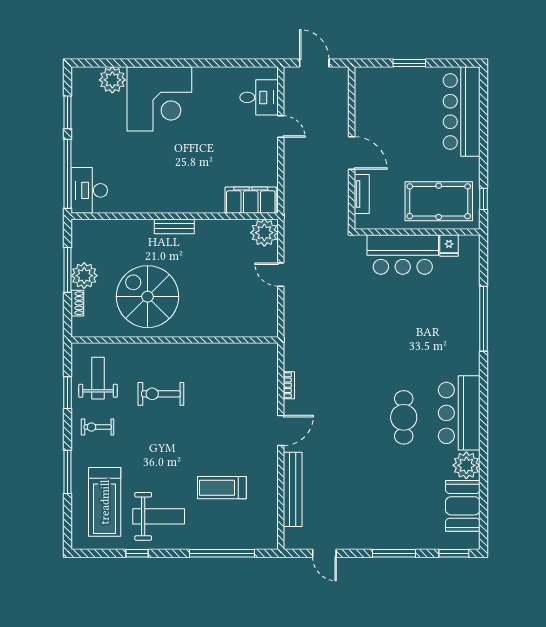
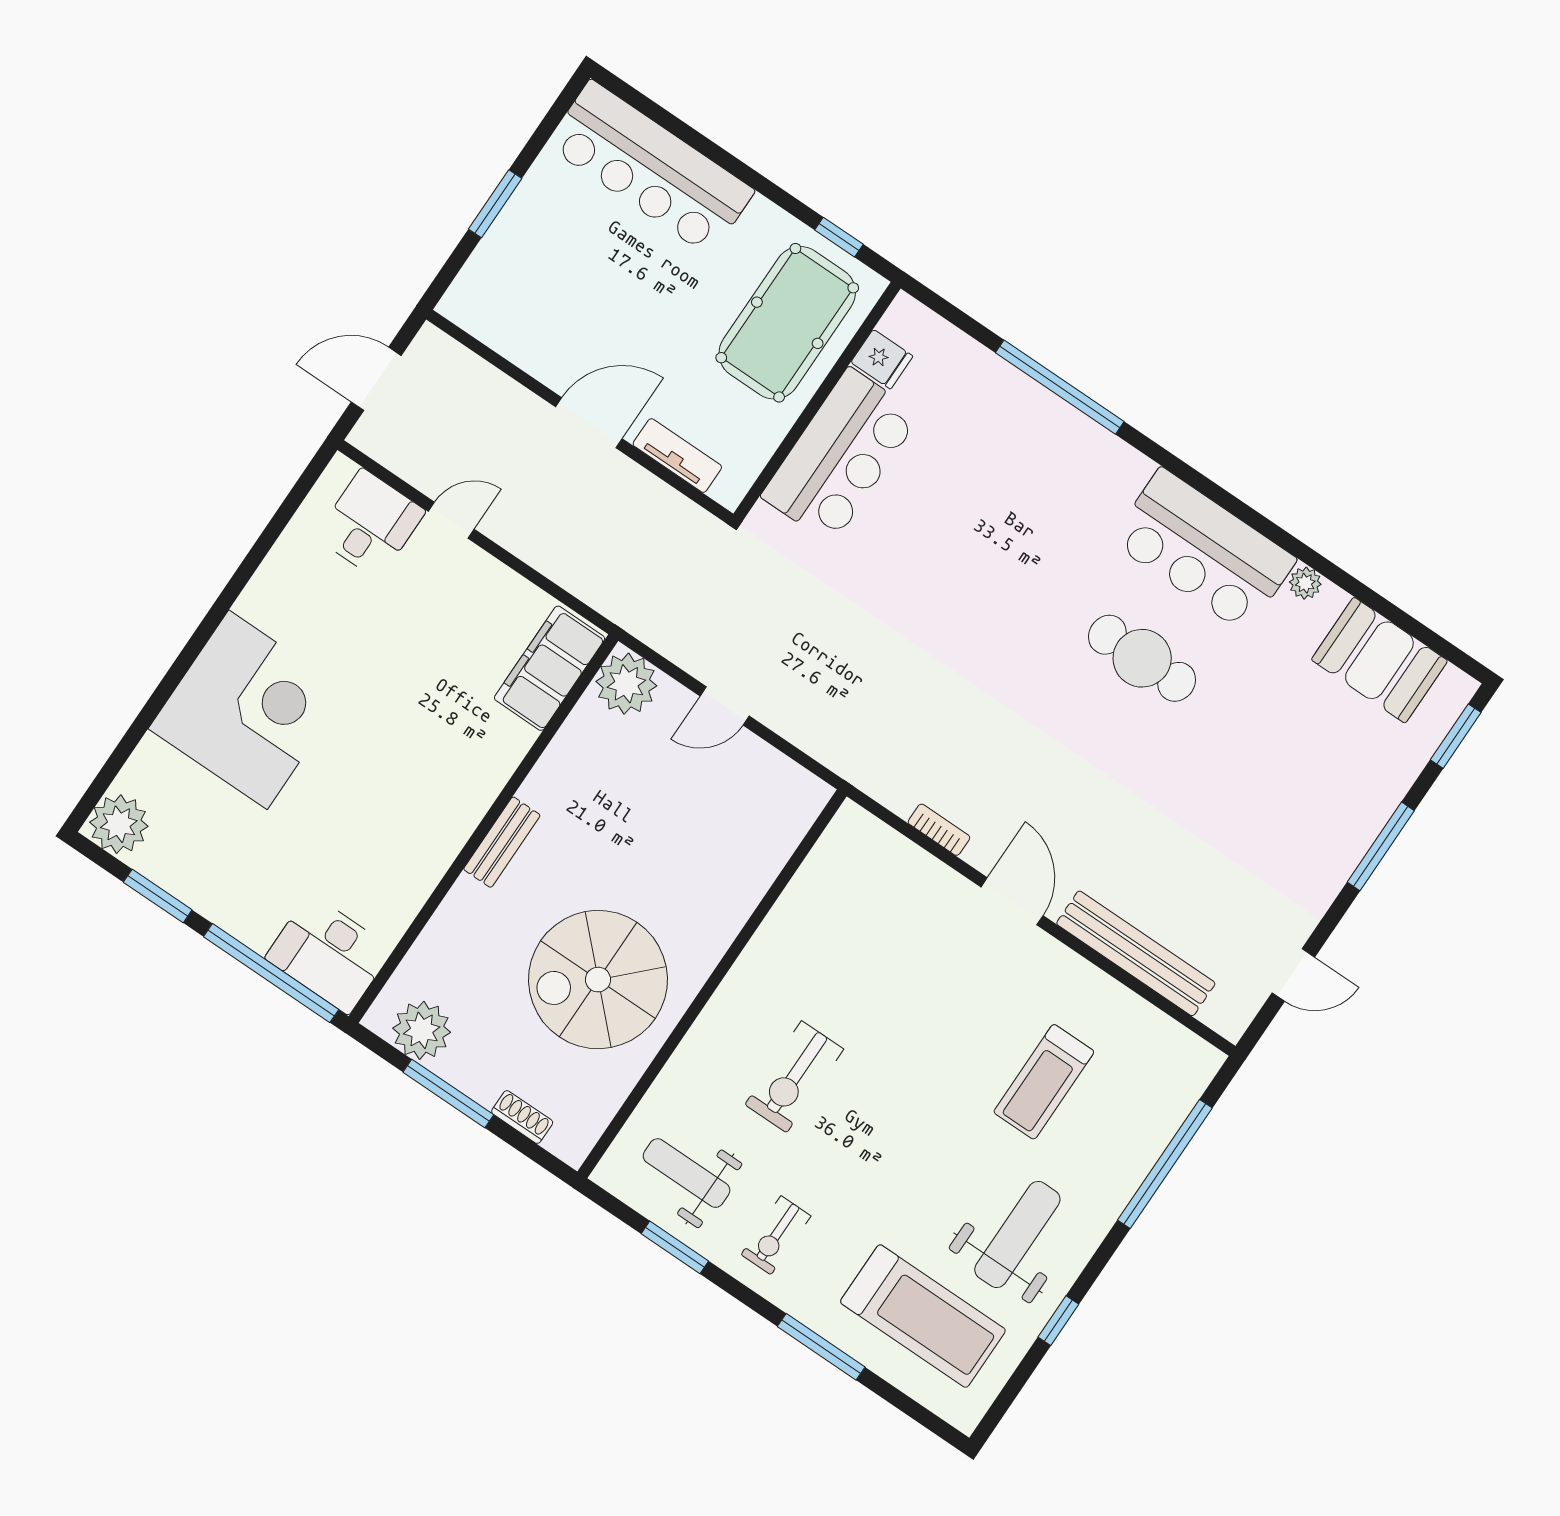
plant: (112, 80) -> (119, 824), moved
plant: (84, 276) -> (422, 1030), moved
plant: (466, 465) -> (1305, 583), width x0.53, depth x0.53

